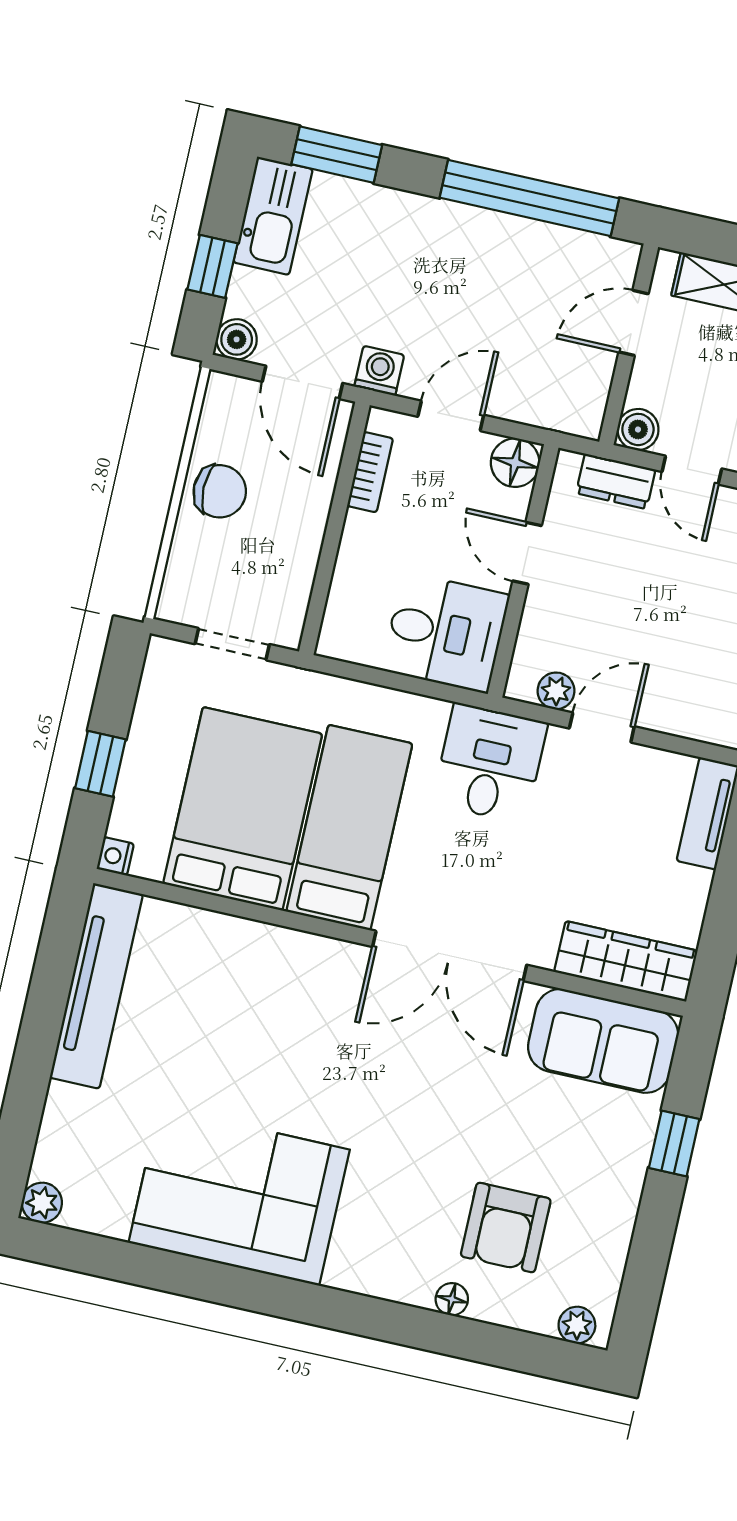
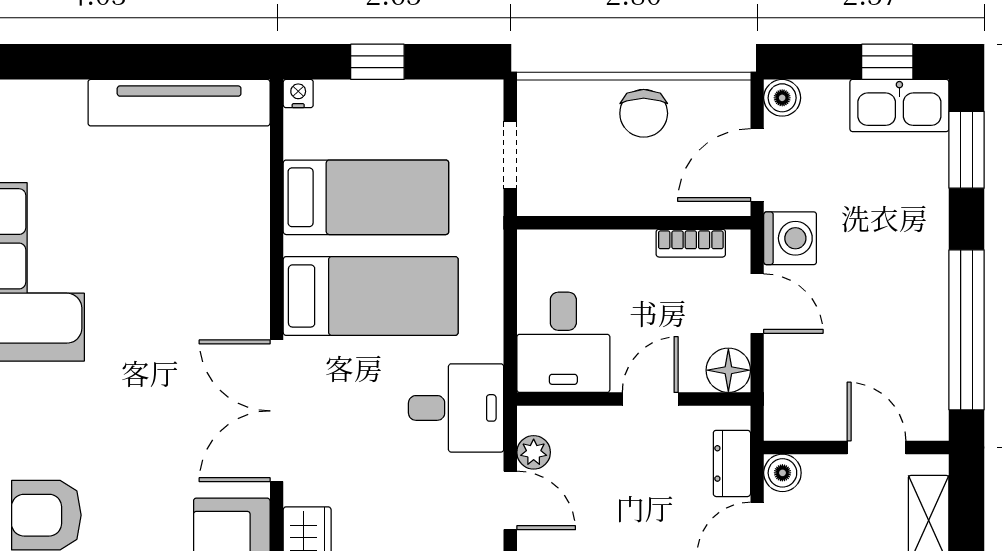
window: (212, 266) -> (887, 62), moved
washing machine: (379, 371) -> (790, 238), width x1.38, depth x1.38
bed: (243, 809) -> (366, 197), width x0.67

